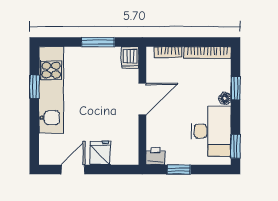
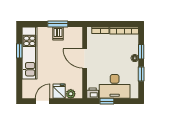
dishwasher: (130, 58) -> (58, 33), moved
door: (142, 99) -> (85, 58), swing flipped
desk: (211, 131) -> (115, 86), moved, turned 90
window: (236, 146) -> (141, 74), moved
plant: (119, 157) -> (71, 94), added

